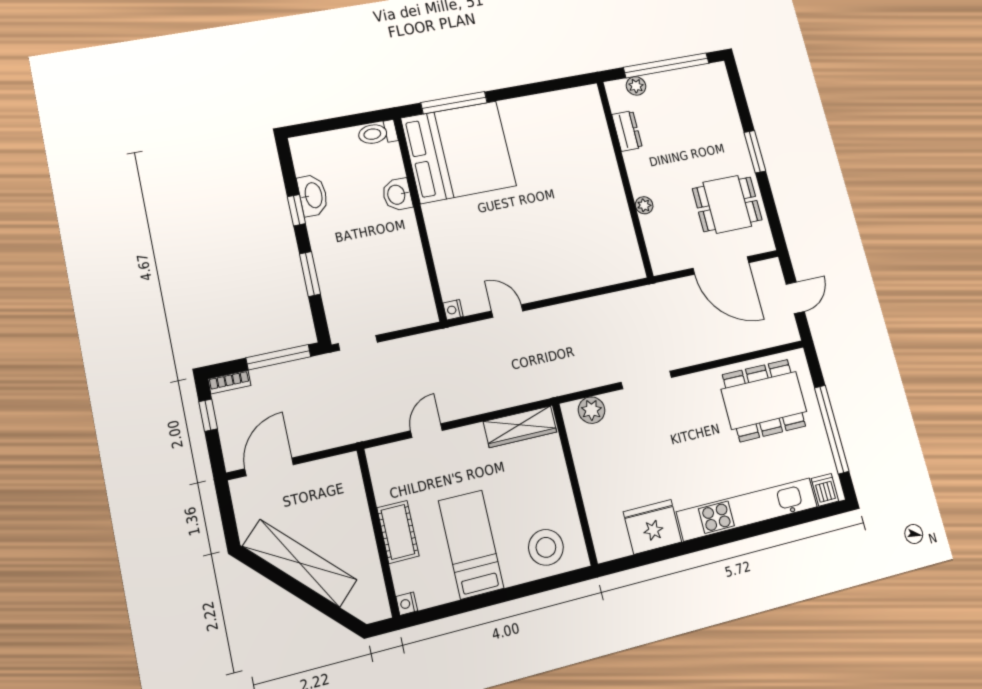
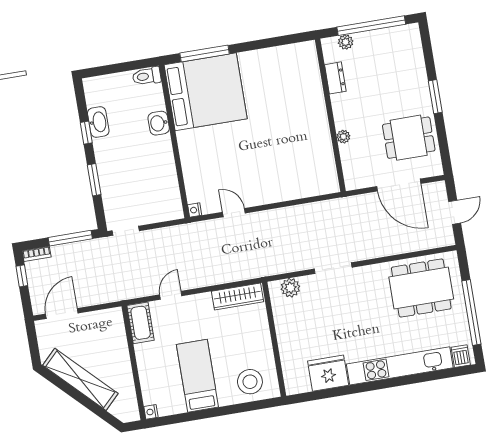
cot: (398, 532) -> (141, 323), moved

